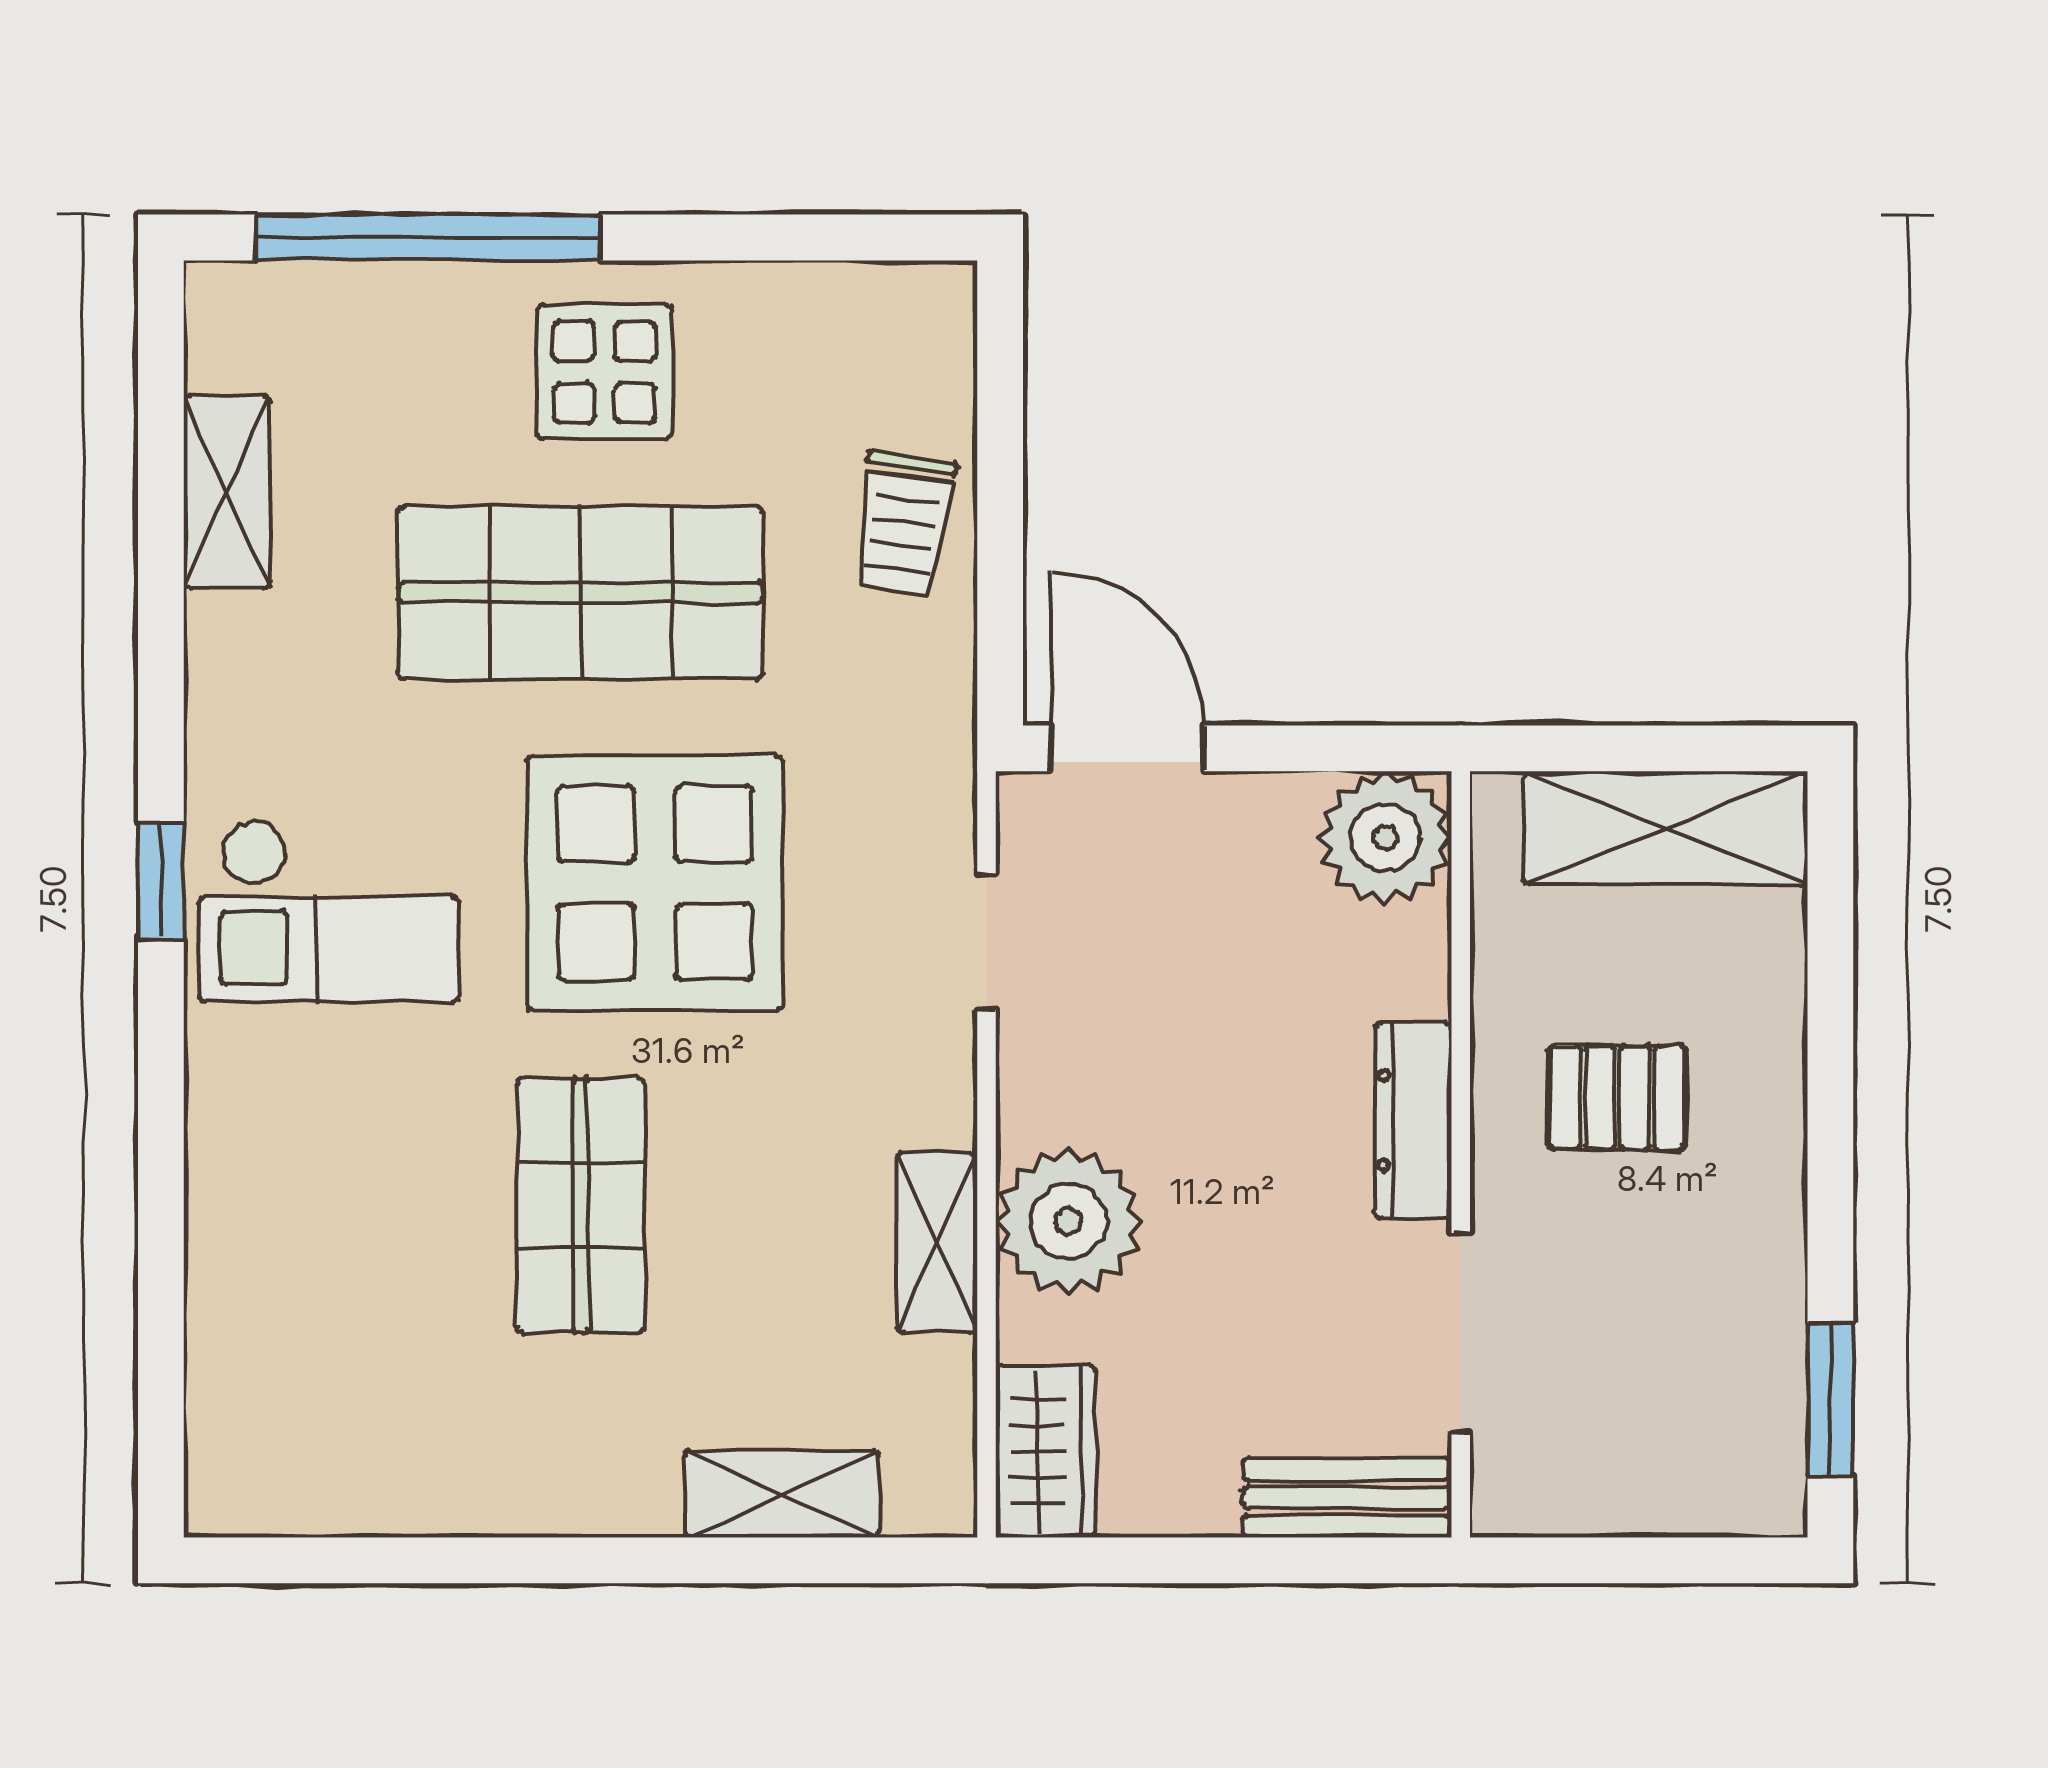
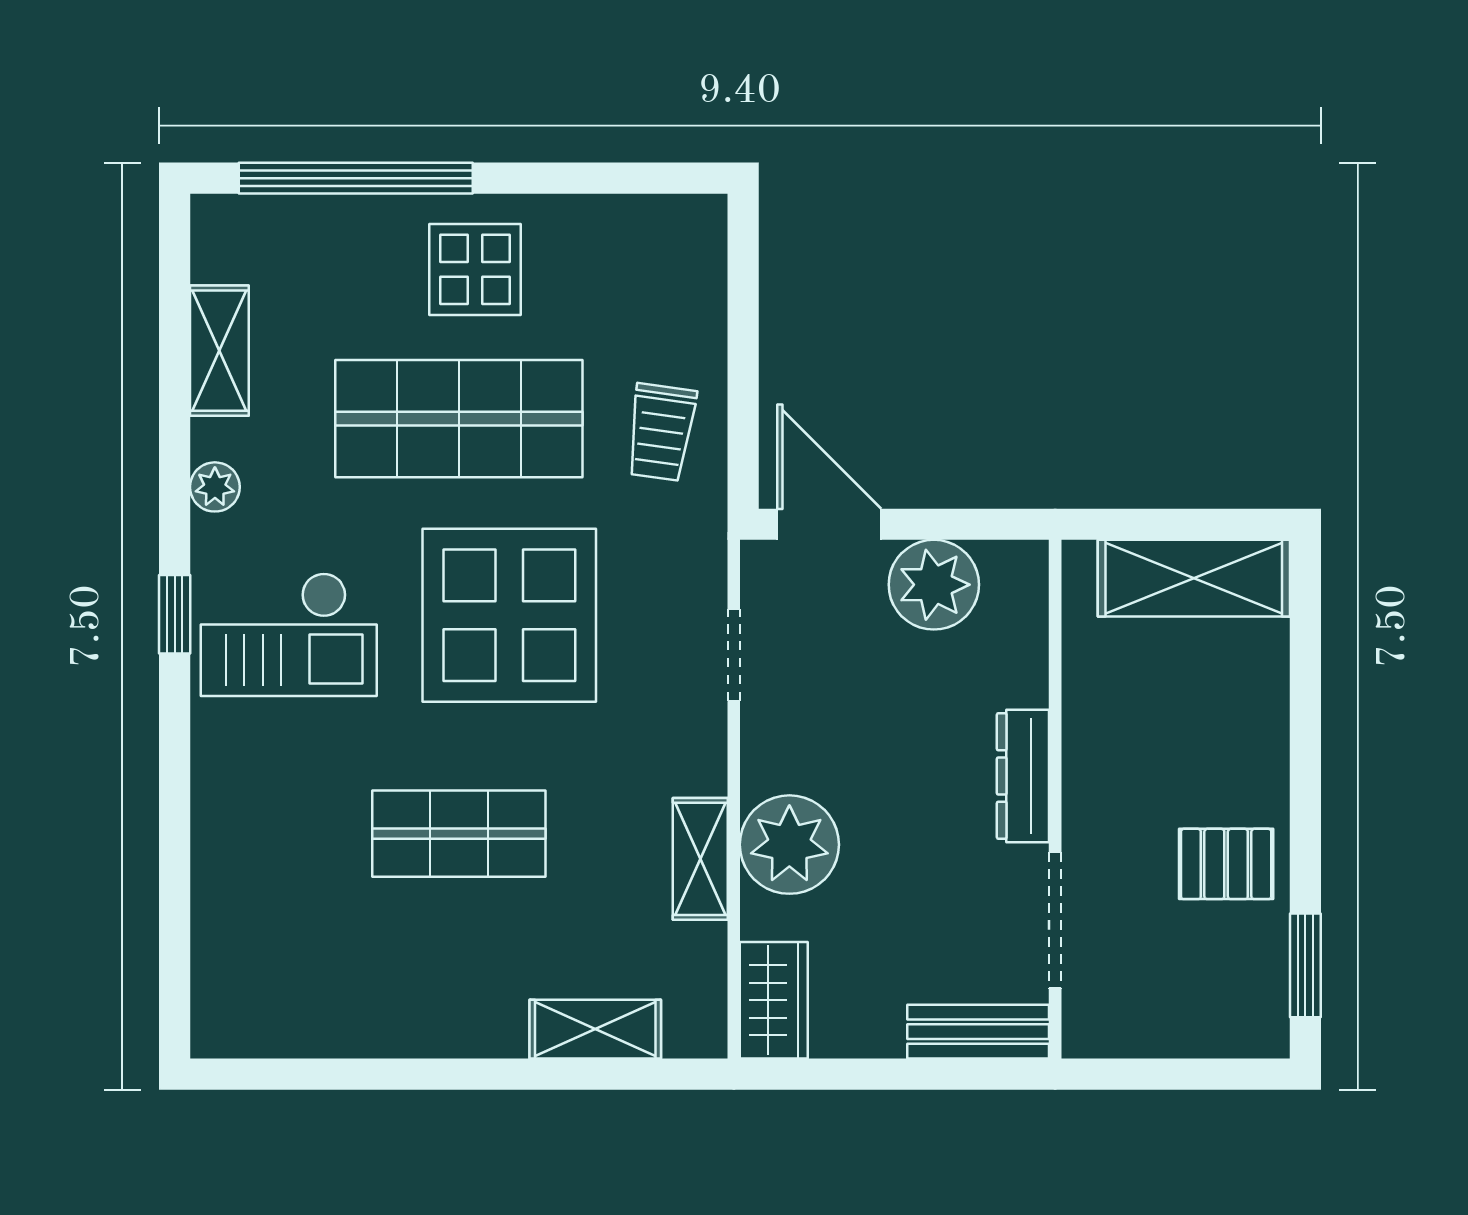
trolley: (904, 524) -> (661, 432), moved
plant: (220, 693) -> (215, 487), added
plant: (1385, 838) -> (934, 585), moved
pallet: (1617, 1097) -> (1226, 864), moved
shop shelf: (580, 1205) -> (459, 834), turned 90

